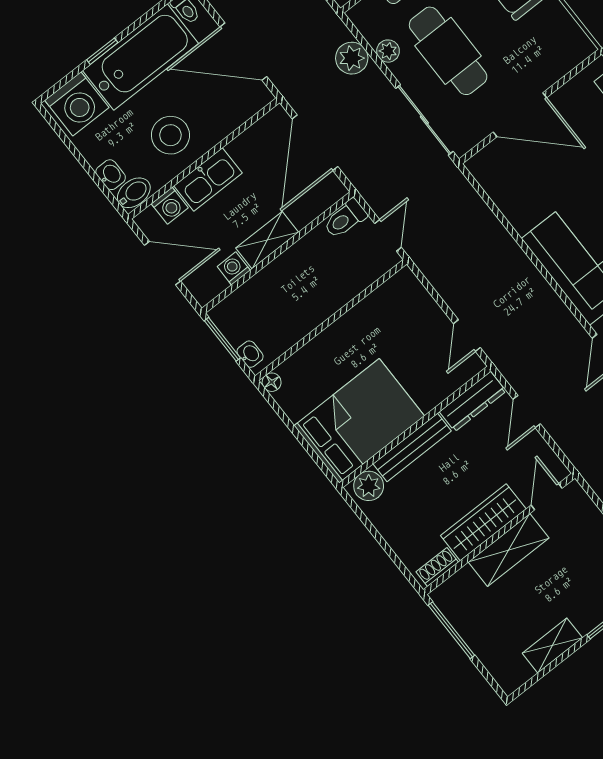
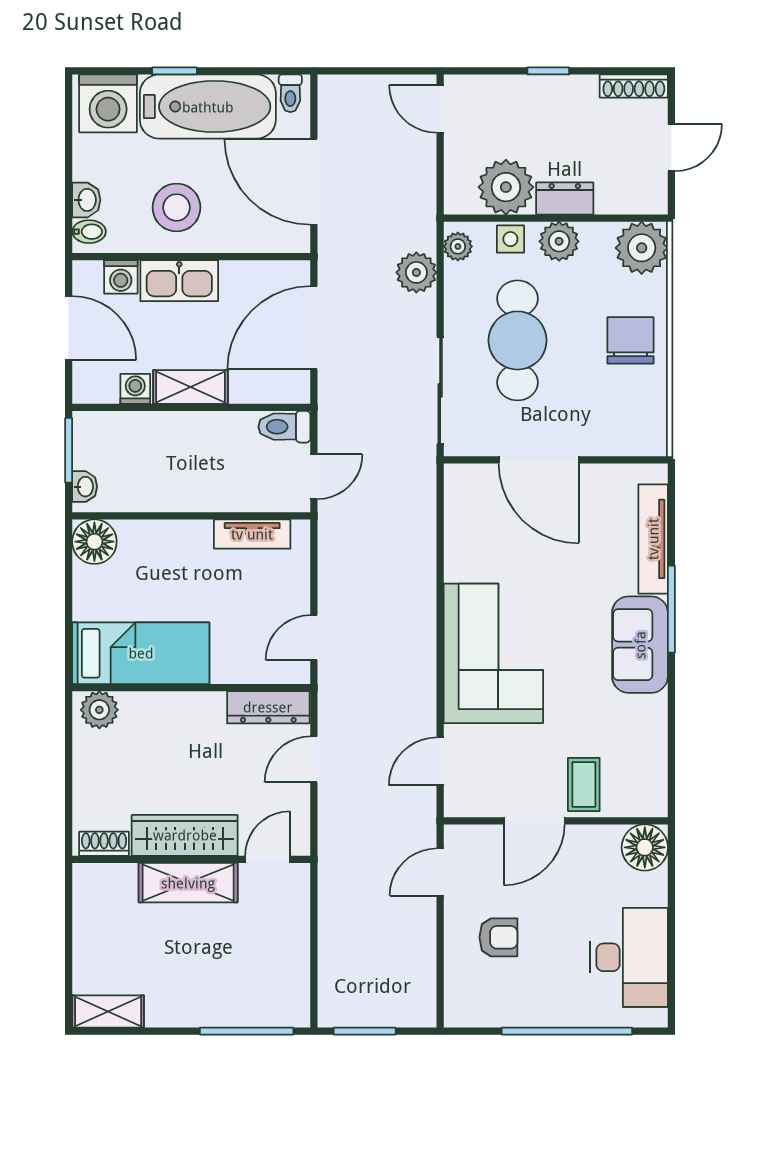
plant: (388, 51) -> (458, 246), moved
bidet: (134, 193) -> (89, 232), width x0.72, depth x0.74
tv unit: (378, 301) -> (252, 534), added
floor lamp: (272, 382) -> (94, 542), width x1.89, depth x1.89
bed: (359, 421) -> (141, 653), width x0.67
bench: (412, 447) -> (173, 706), removed
window: (451, 630) -> (69, 917), removed
shelving: (552, 646) -> (108, 1011), moved

